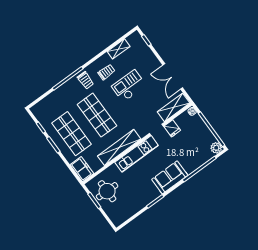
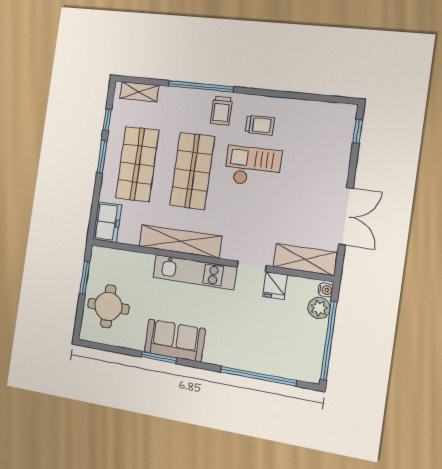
shelving: (119, 49) -> (139, 92), moved
double door: (173, 76) -> (346, 216), swing flipped
checkout: (129, 86) -> (253, 166), moved
plant: (216, 148) -> (319, 308), moved
sofa: (170, 177) -> (175, 340), moved
round table: (107, 191) -> (108, 306), moved

